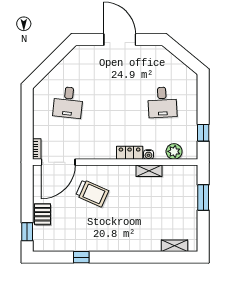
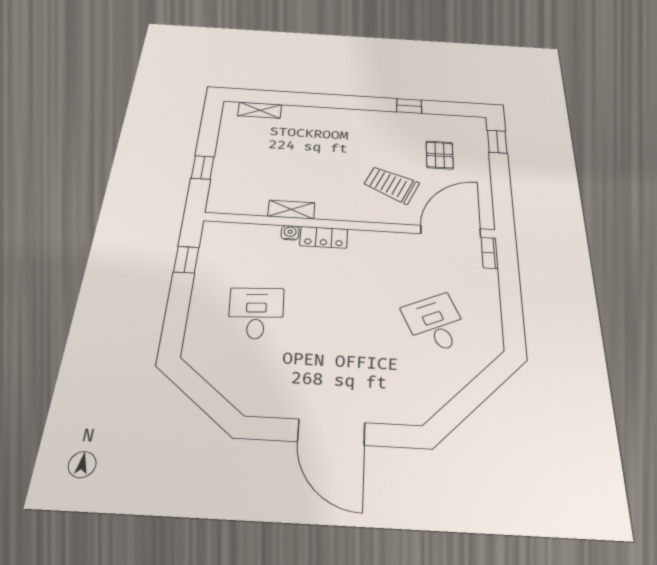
desk: (68, 102) -> (436, 323), turned -30
plant: (174, 151) -> (244, 235), removed
window: (203, 197) -> (203, 167), width x0.67
pallet: (42, 214) -> (440, 155), moved

